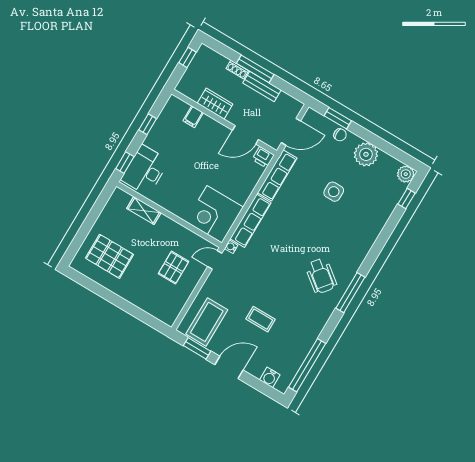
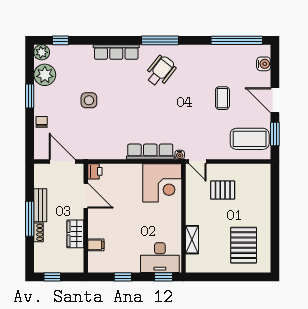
window: (338, 118) -> (30, 96), moved
plant: (366, 154) -> (45, 75), moved
row of seats: (277, 175) -> (116, 52), moved, turned 180

